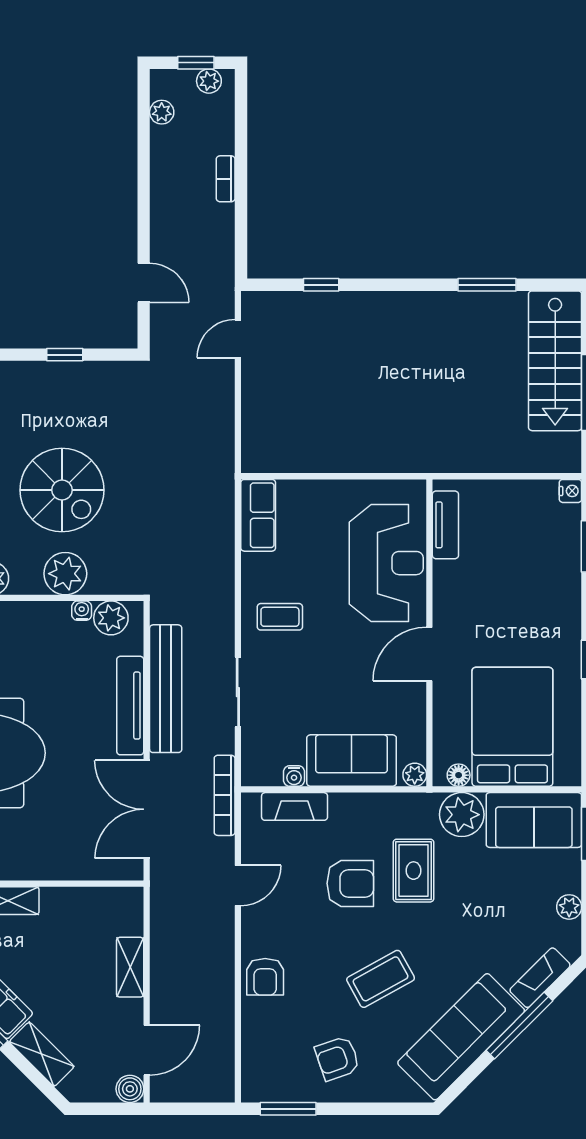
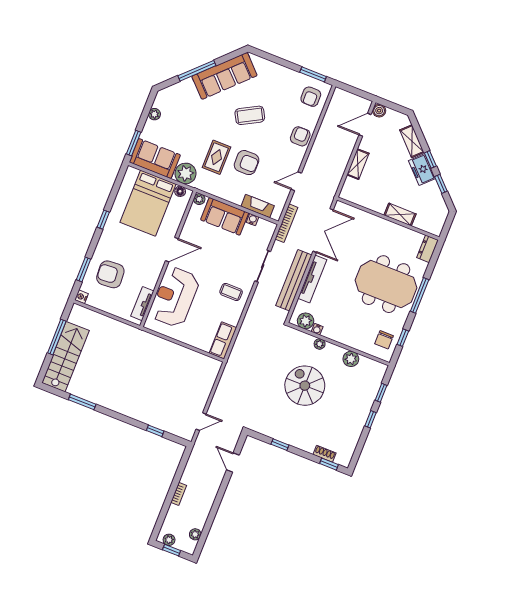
armchair: (531, 557) -> (110, 274), added
plant: (65, 574) -> (320, 344), width x0.53, depth x0.53
armchair: (350, 883) -> (247, 163), turned 180
fireplace: (540, 978) -> (180, 88), removed
armchair: (337, 1058) -> (311, 97), moved, turned 109

